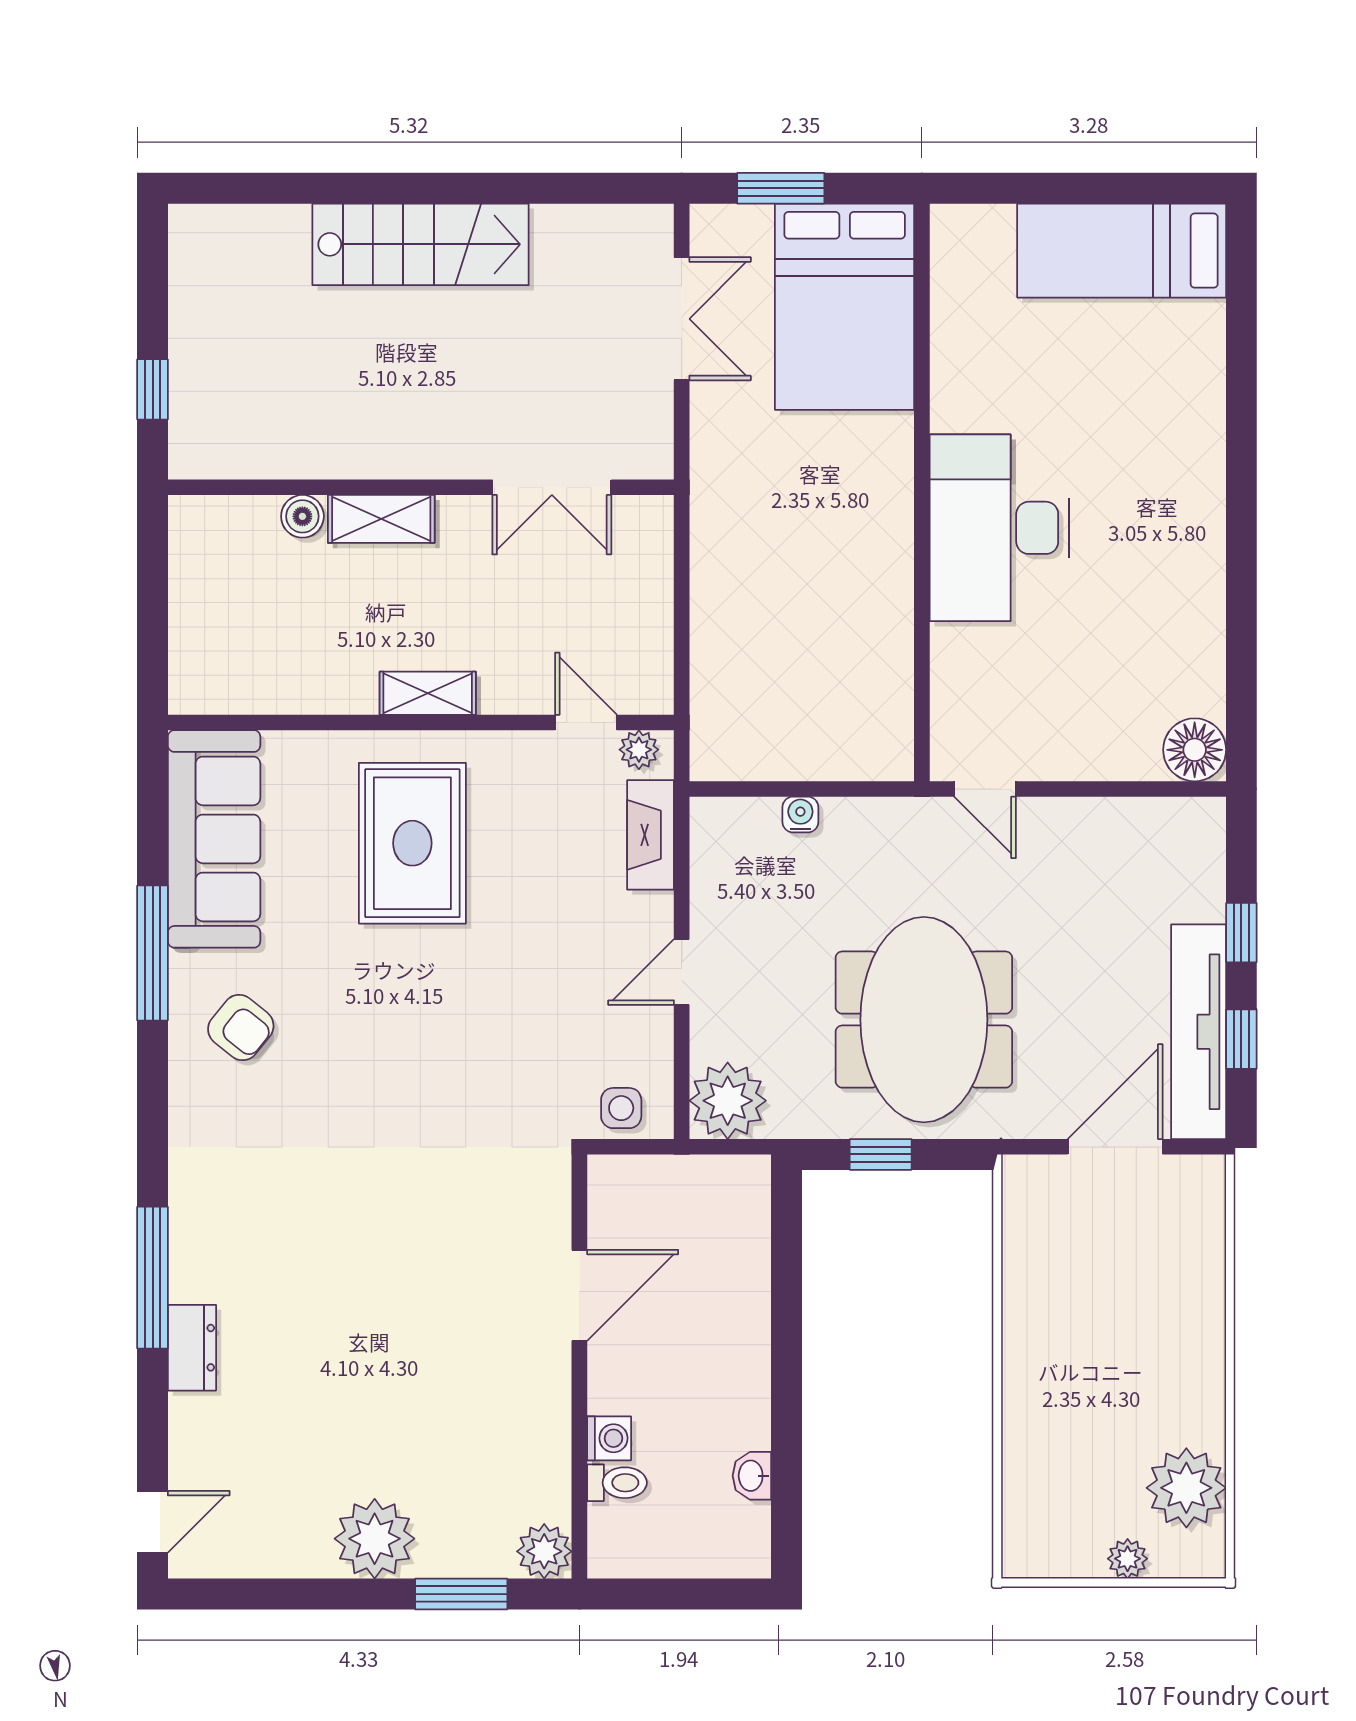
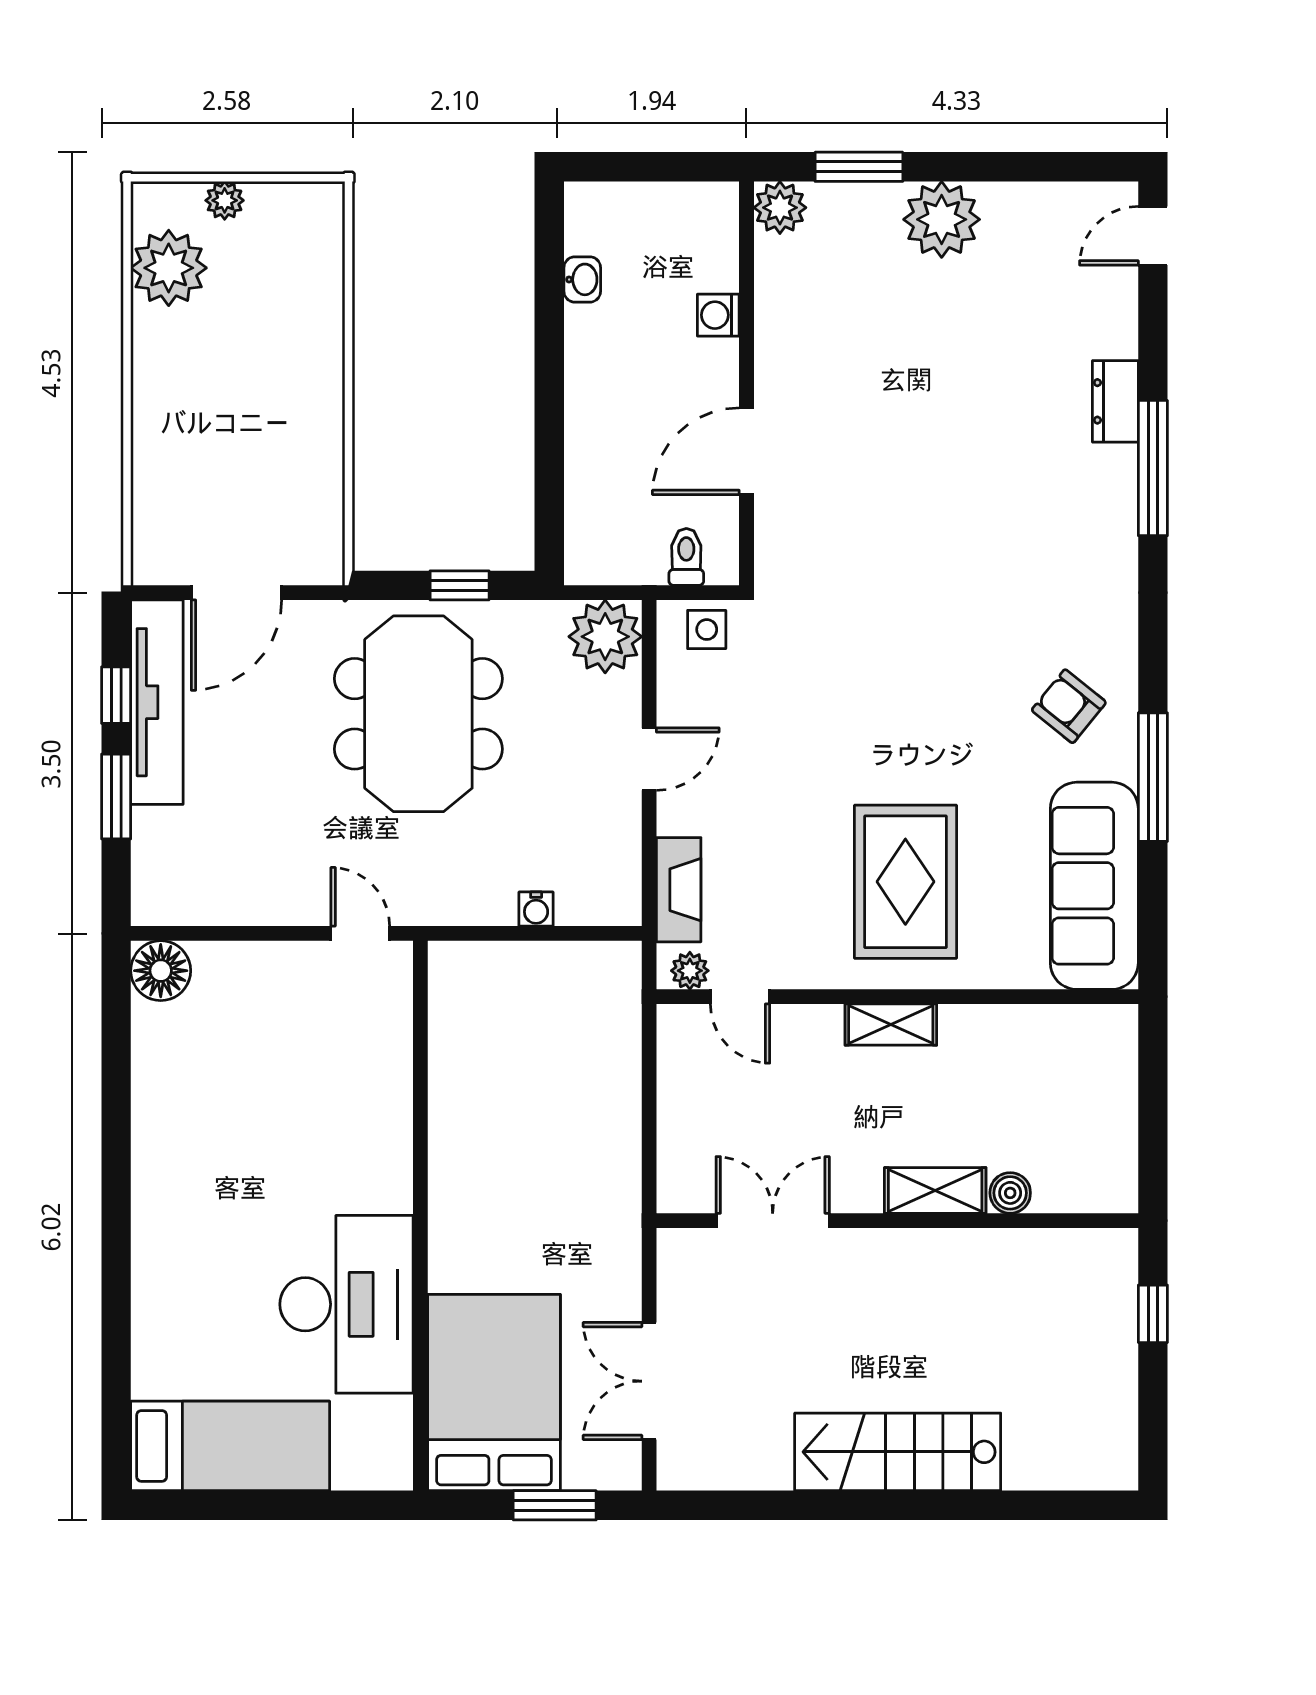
desk: (999, 528) -> (346, 1304), moved
window: (1241, 933) -> (116, 797), width x1.50
toilet: (617, 1483) -> (686, 557), moved, turned 90

